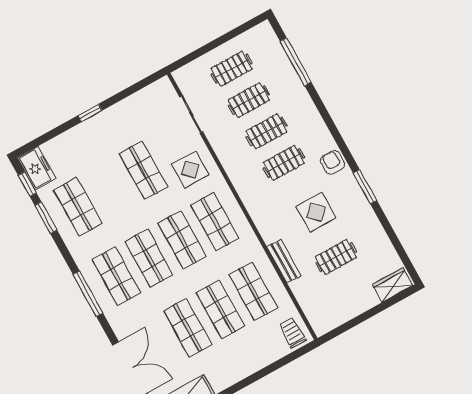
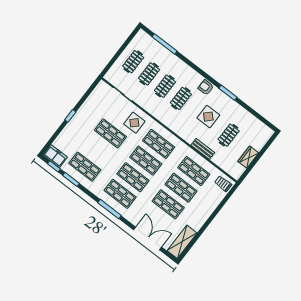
wardrobe: (392, 285) -> (248, 157), moved

